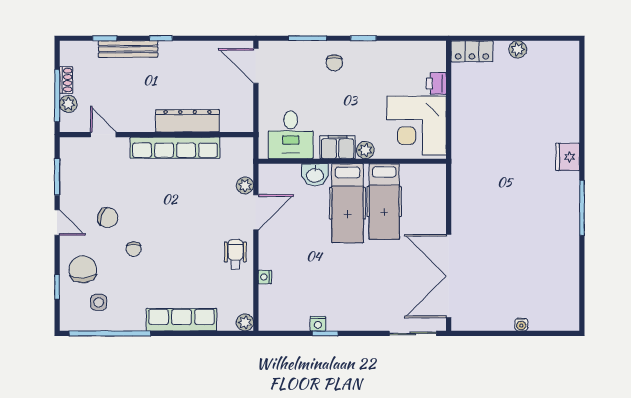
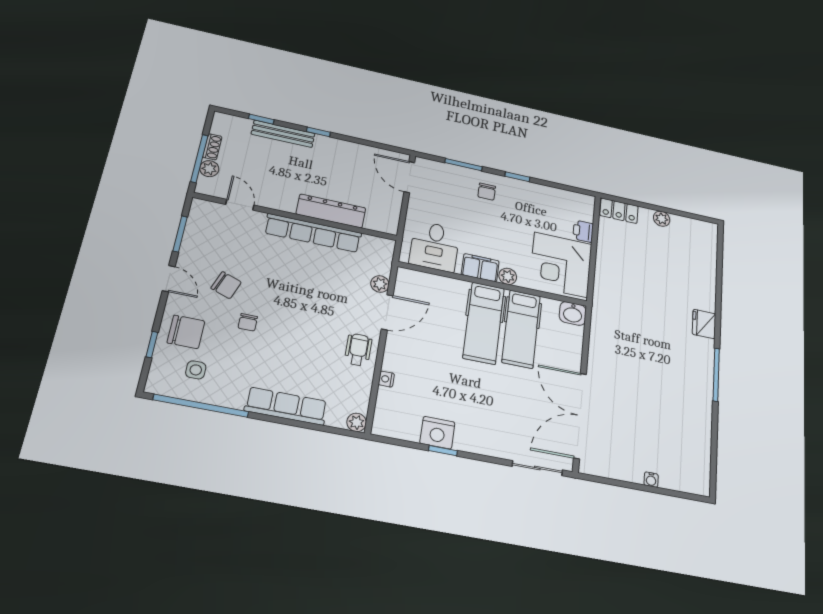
washbasin: (315, 175) -> (573, 313), moved
chair: (83, 269) -> (186, 332), turned 94
nightstand: (318, 324) -> (437, 433), width x1.89, depth x1.79

